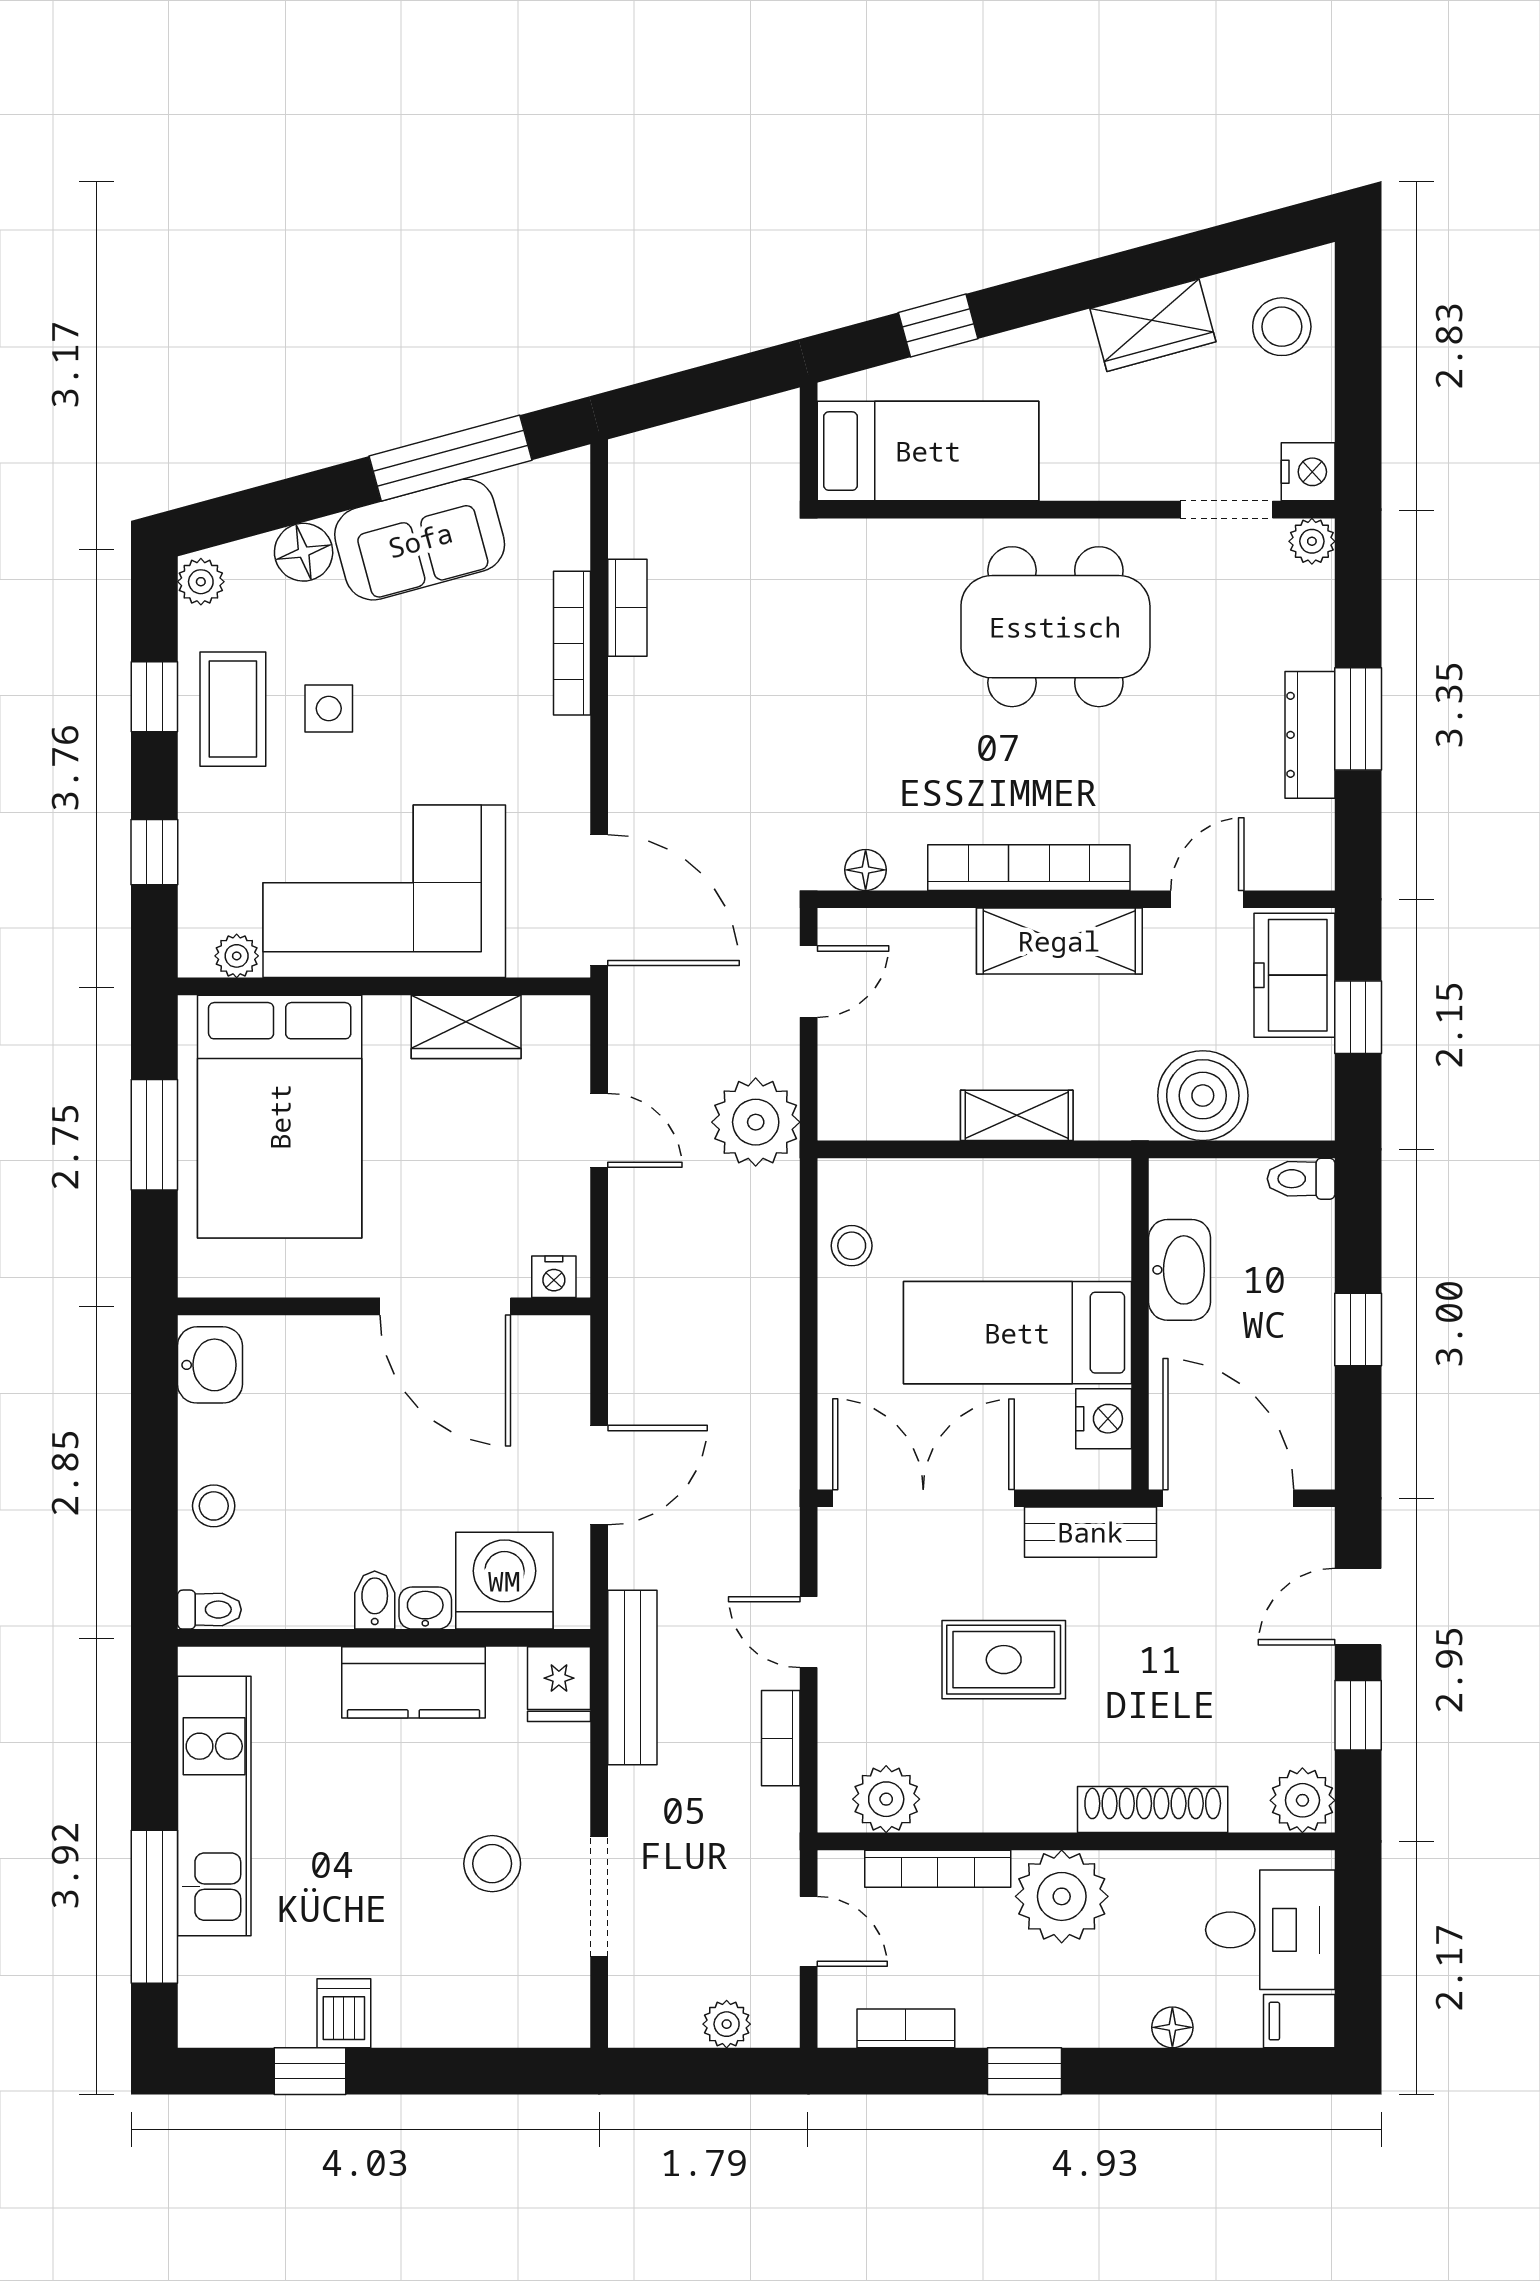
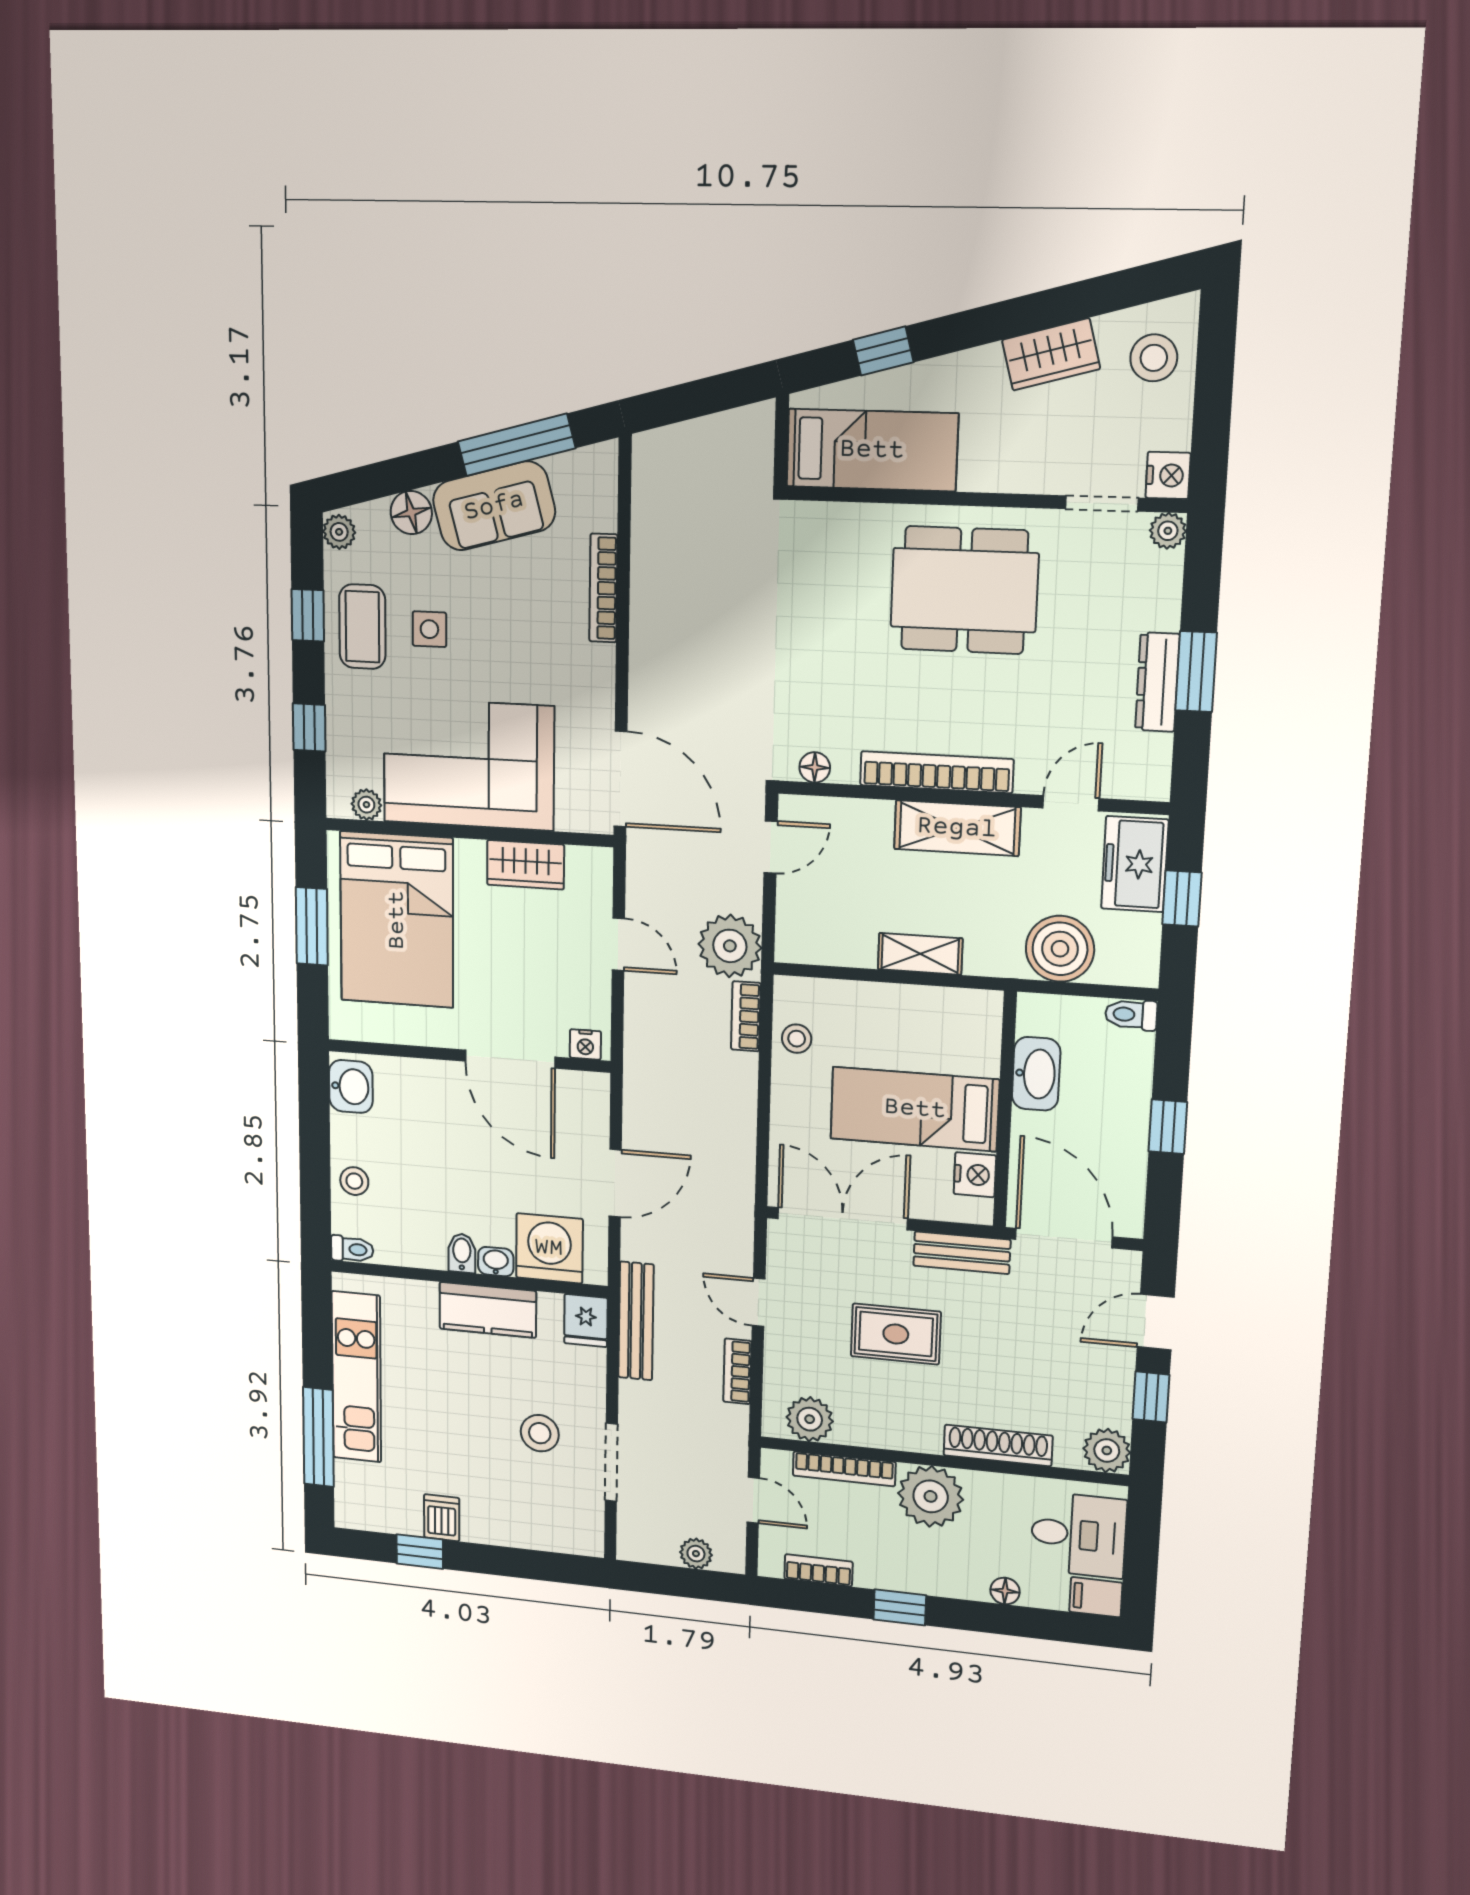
bookcase: (627, 608) -> (746, 1016), moved, turned 180

